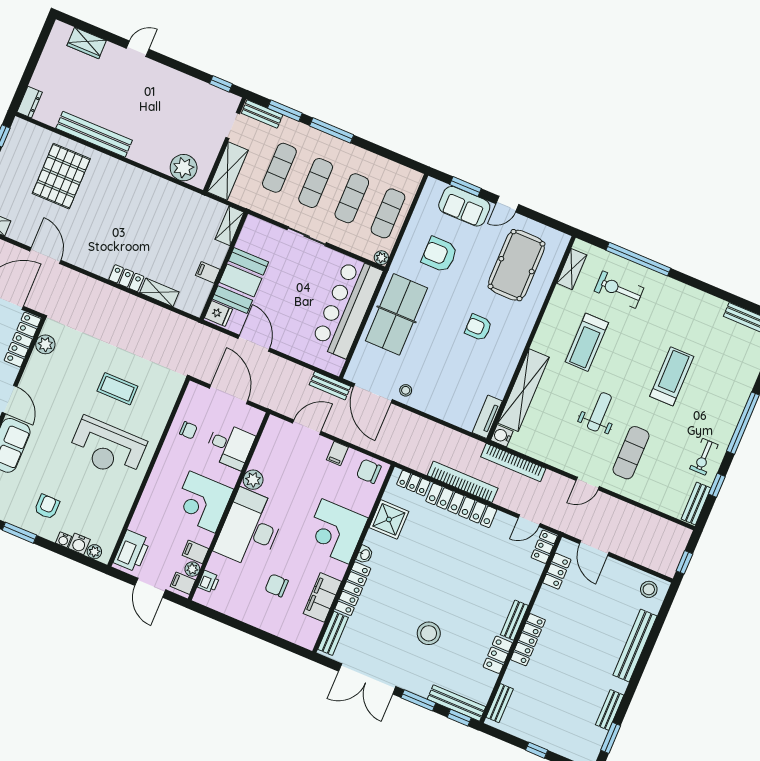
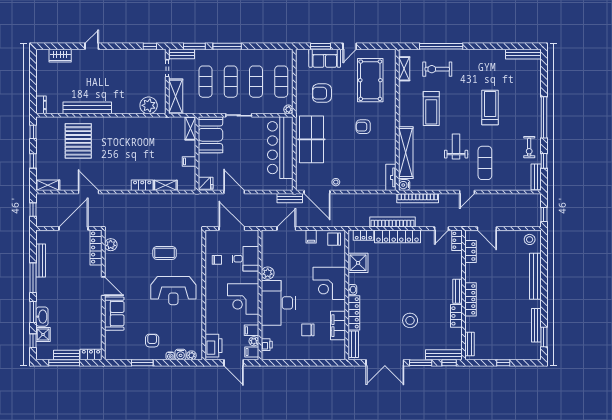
booth: (240, 280) -> (210, 135), moved
bench: (610, 710) -> (536, 325), width x1.36

